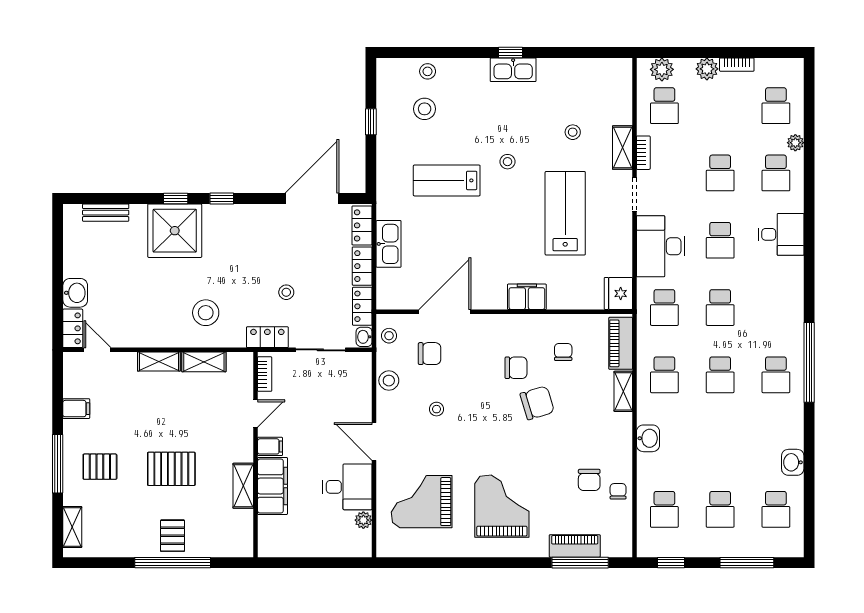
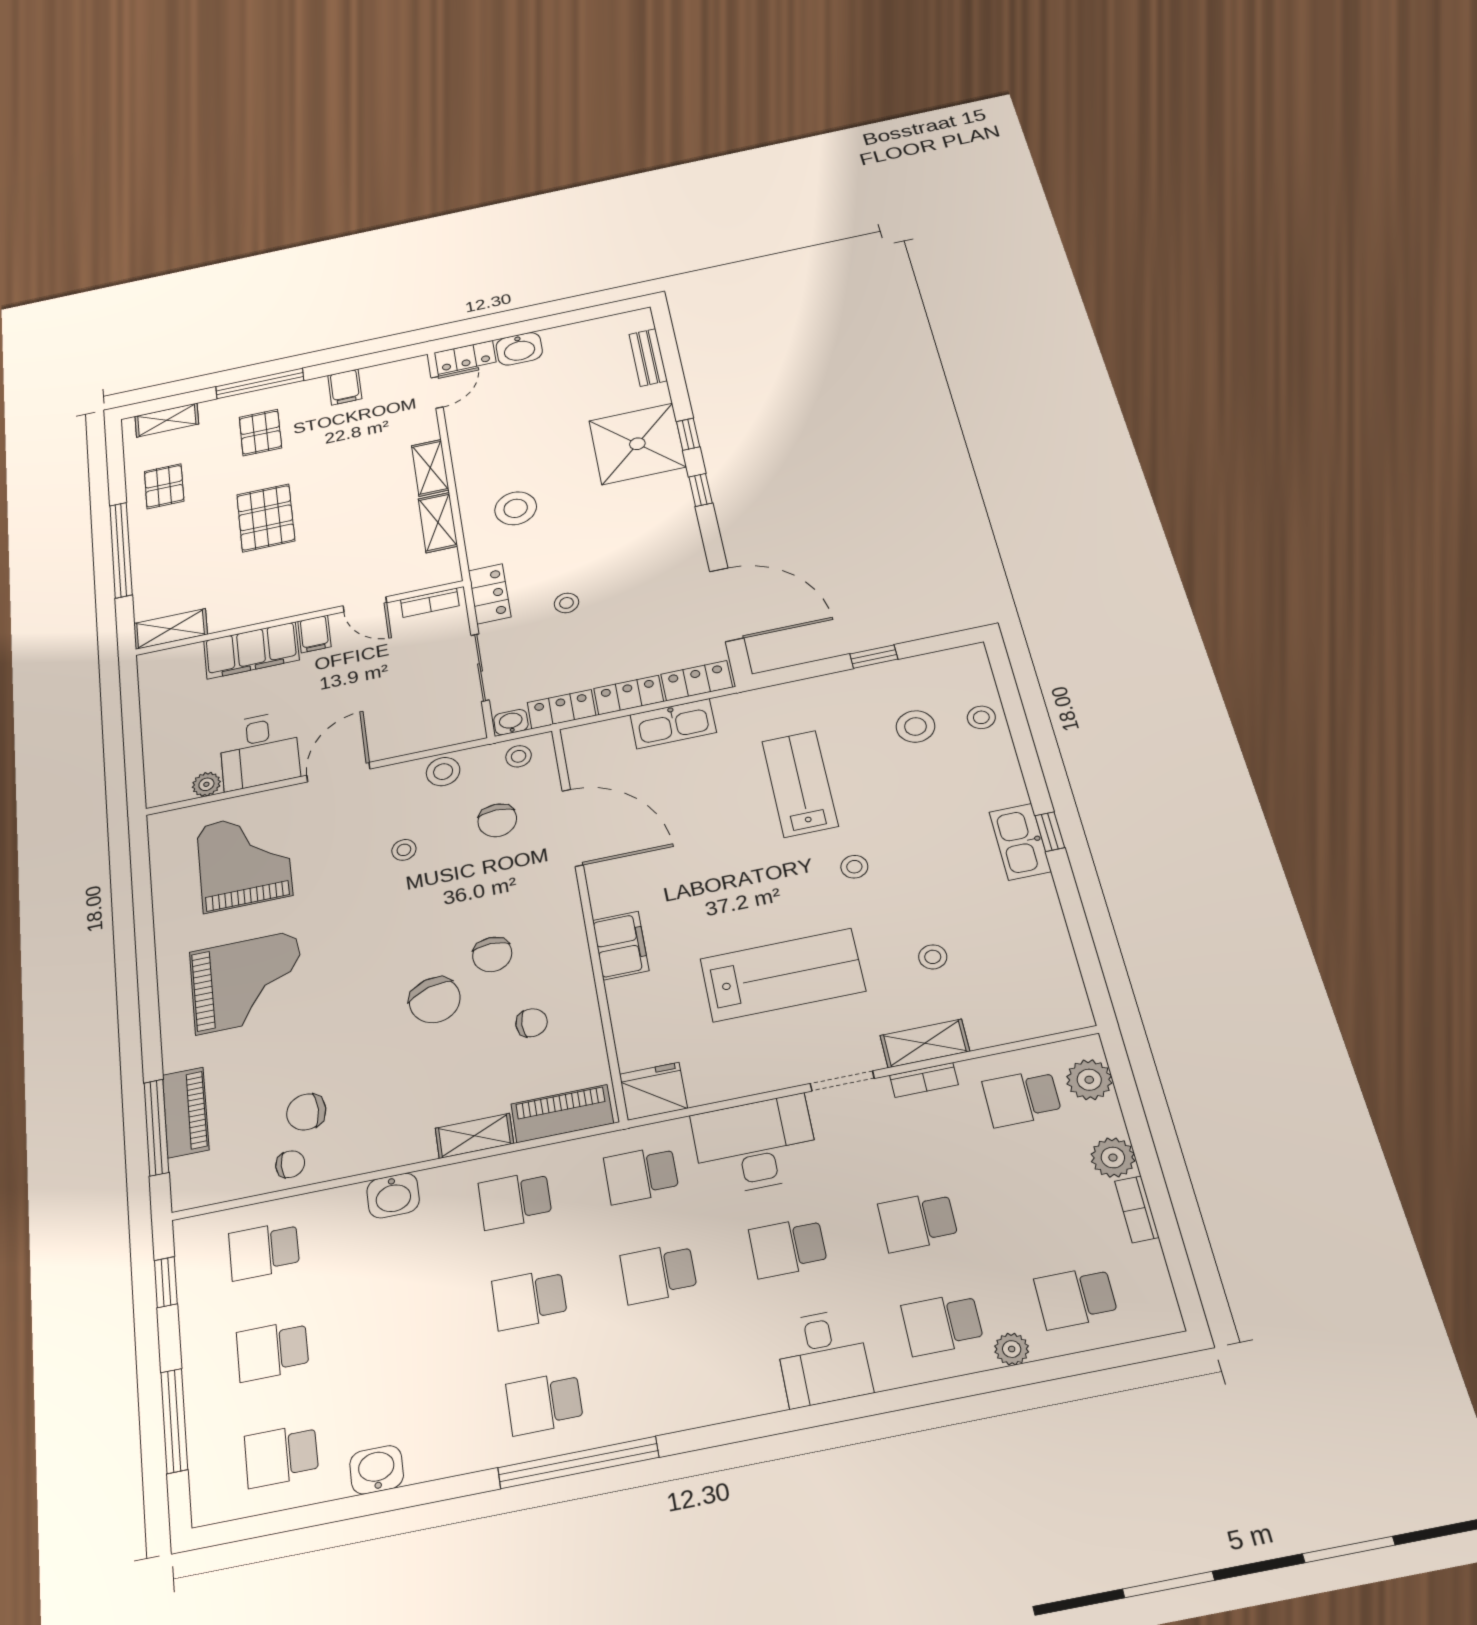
shelving: (243, 486) -> (171, 629), moved
pallet: (173, 536) -> (164, 486), moved, turned 90

